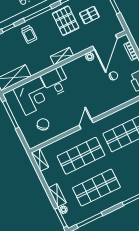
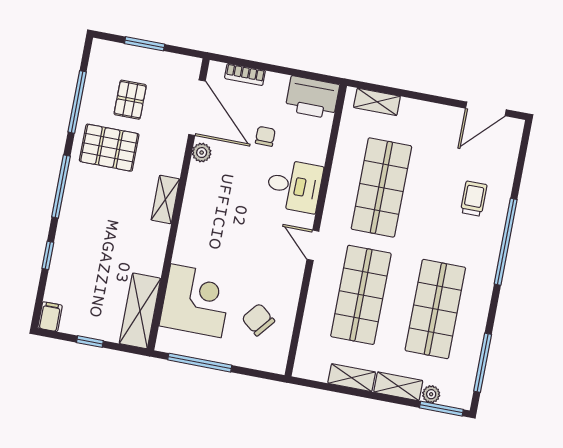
trolley: (29, 34) -> (85, 228), removed
desk: (56, 82) -> (294, 186), moved, turned 180
shelving: (40, 160) -> (352, 378), moved

